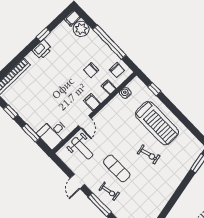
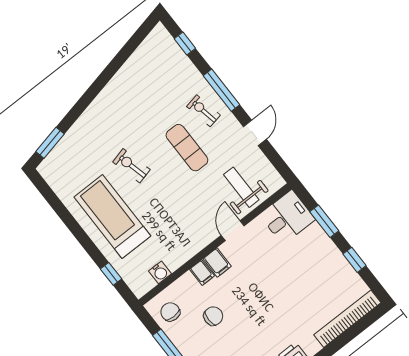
filing cabinet: (109, 87) -> (202, 273), moved

